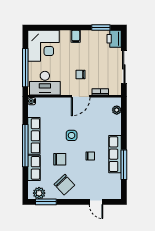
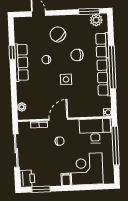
corner desk: (43, 46) -> (87, 169), moved
window: (124, 165) -> (12, 52), width x0.46
chair: (64, 185) -> (58, 34), moved

